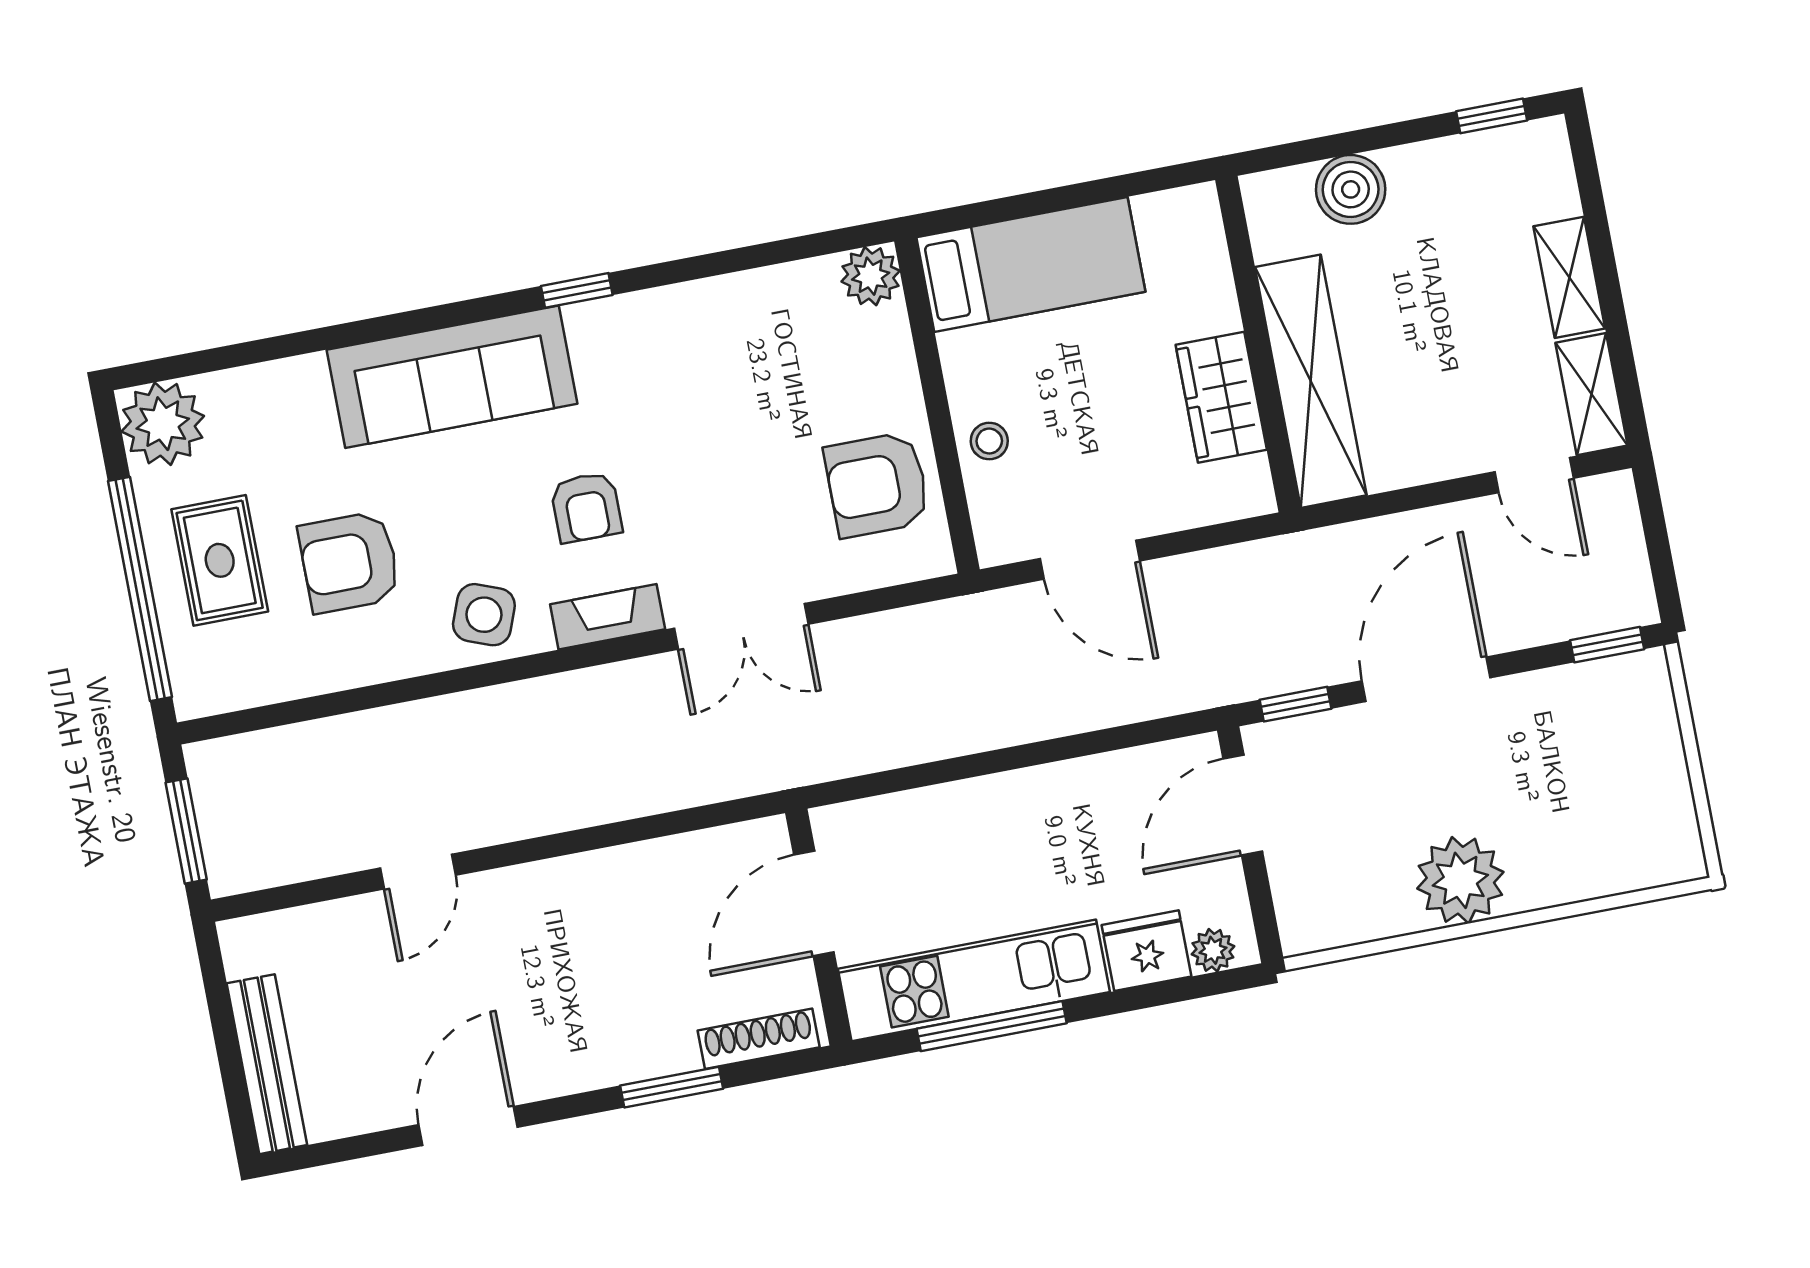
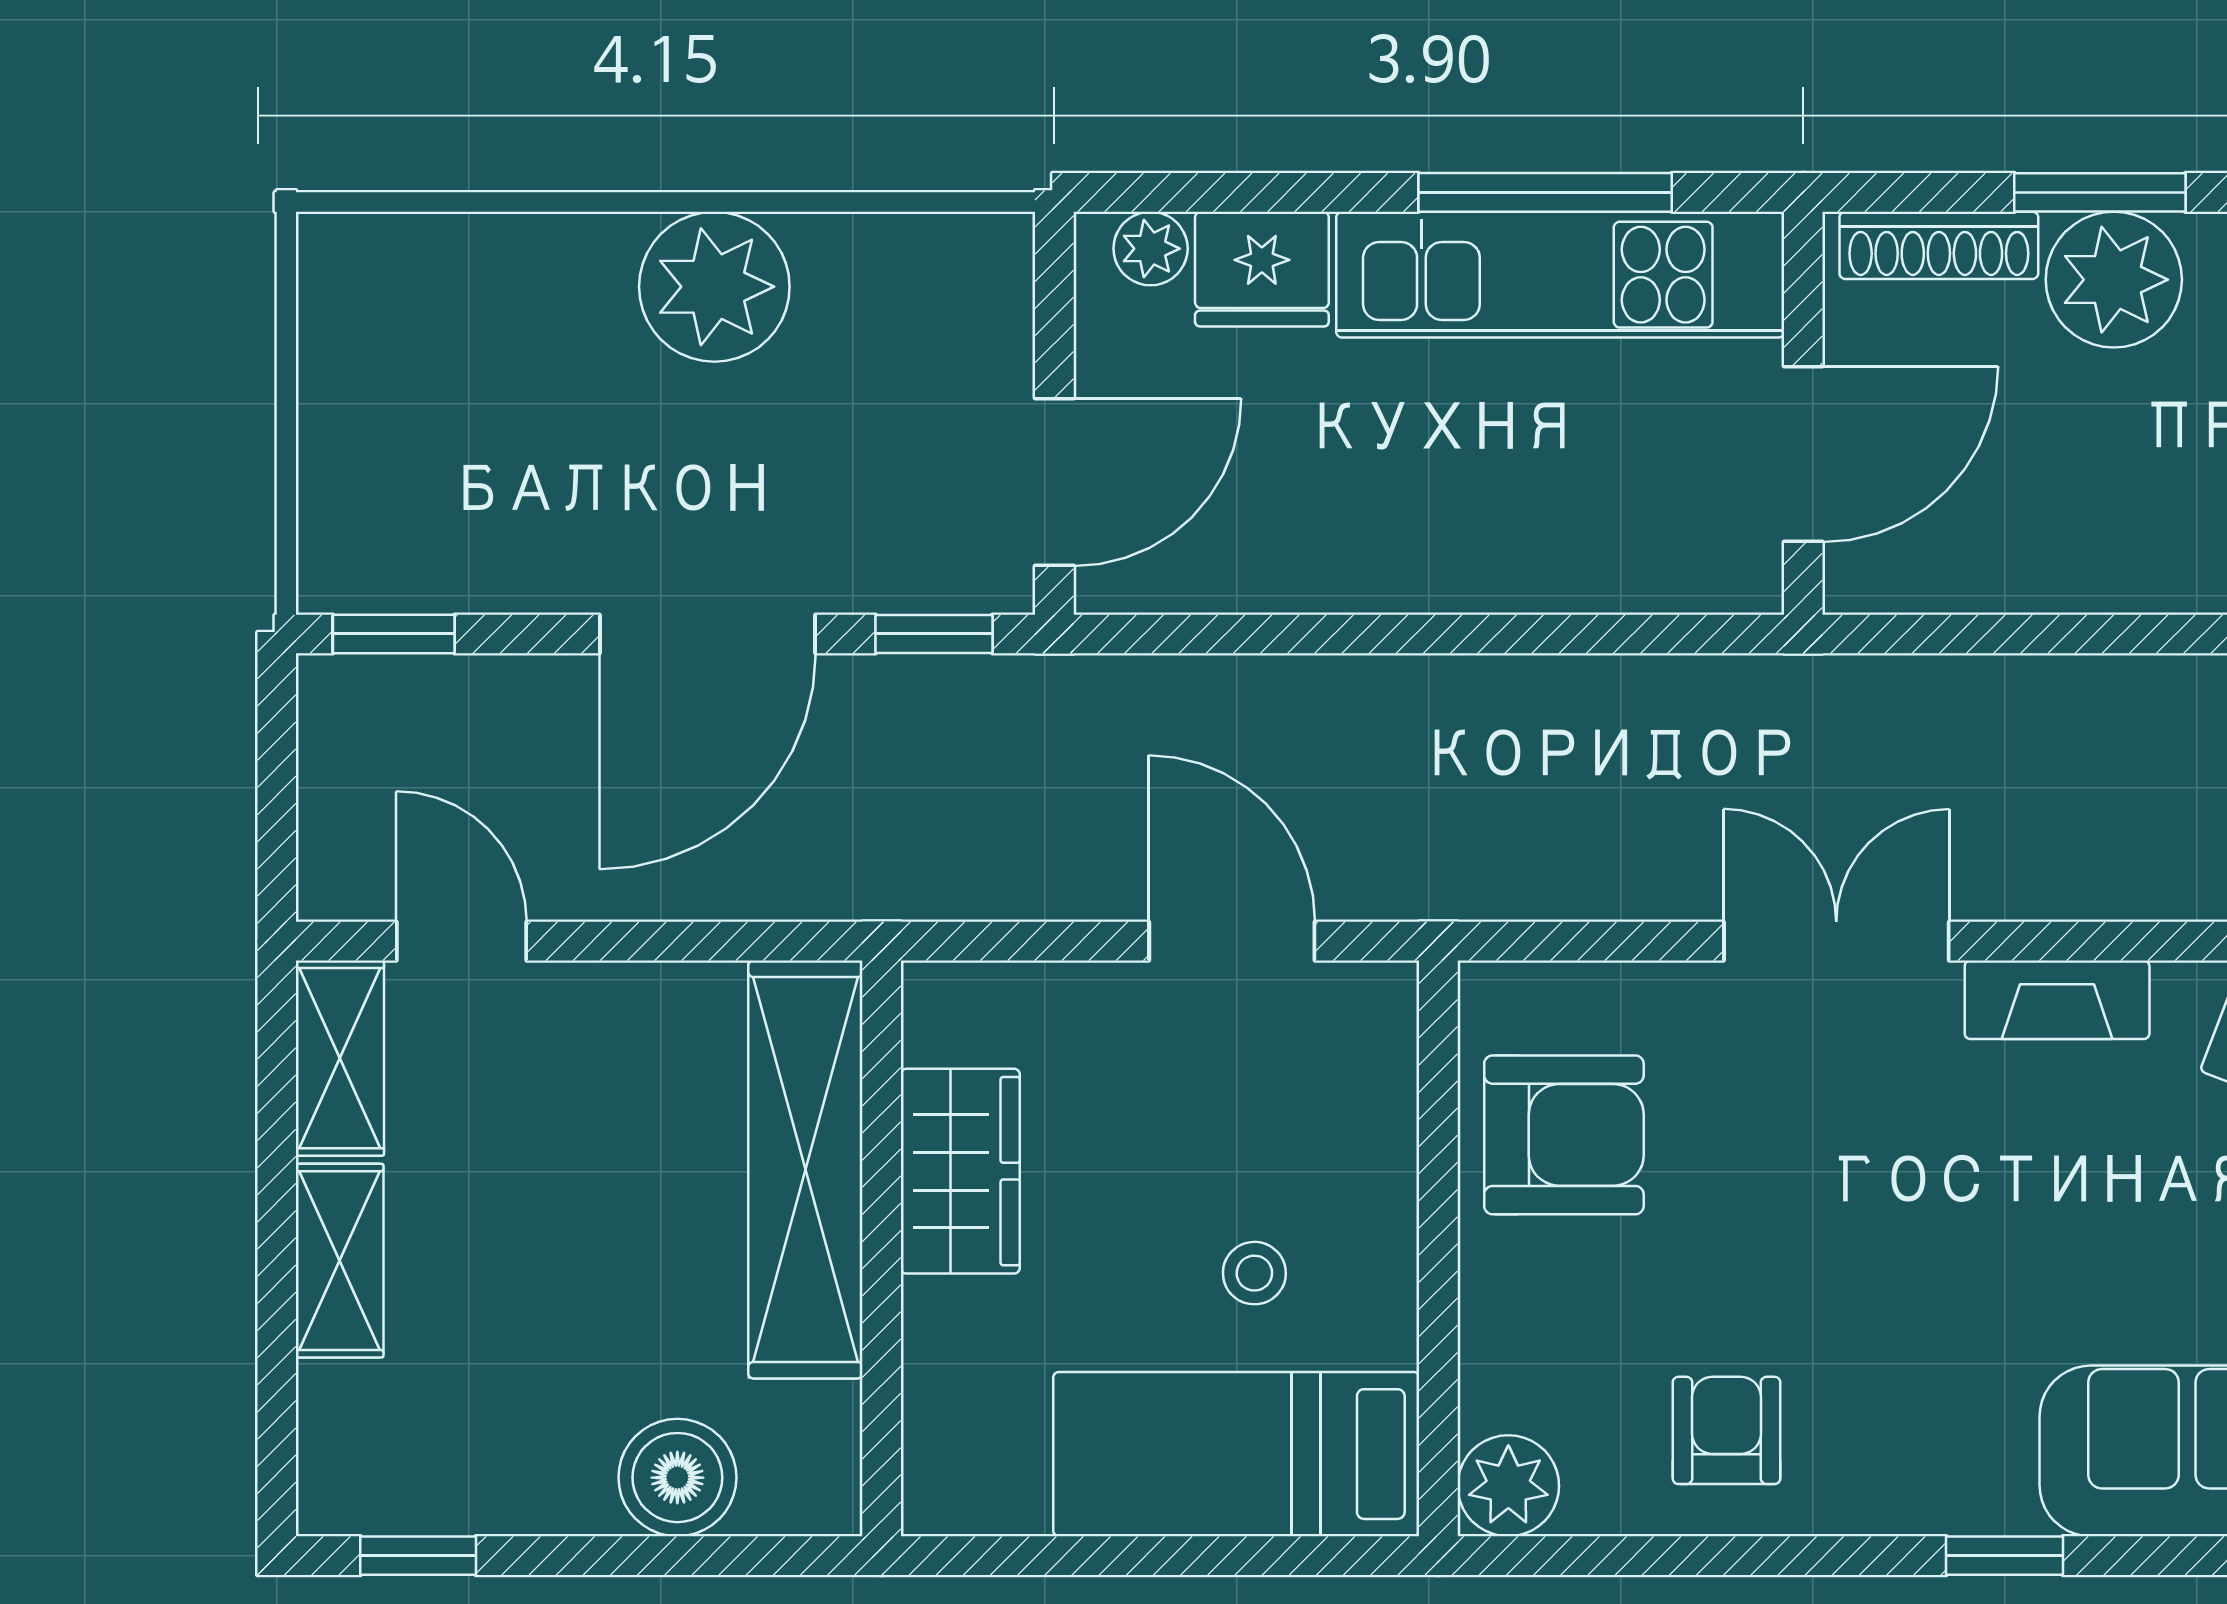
stool: (989, 441) -> (1254, 1273), moved
armchair: (586, 507) -> (1726, 1430), moved
plant: (654, 1038) -> (2114, 280), added

